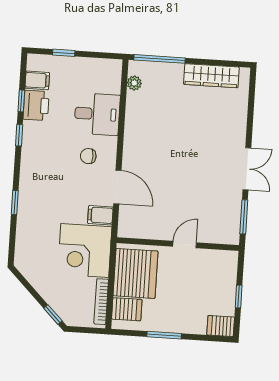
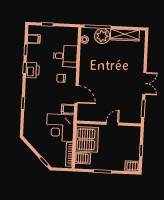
plant: (168, 77) -> (102, 36), added
printer: (36, 105) -> (32, 70), moved

